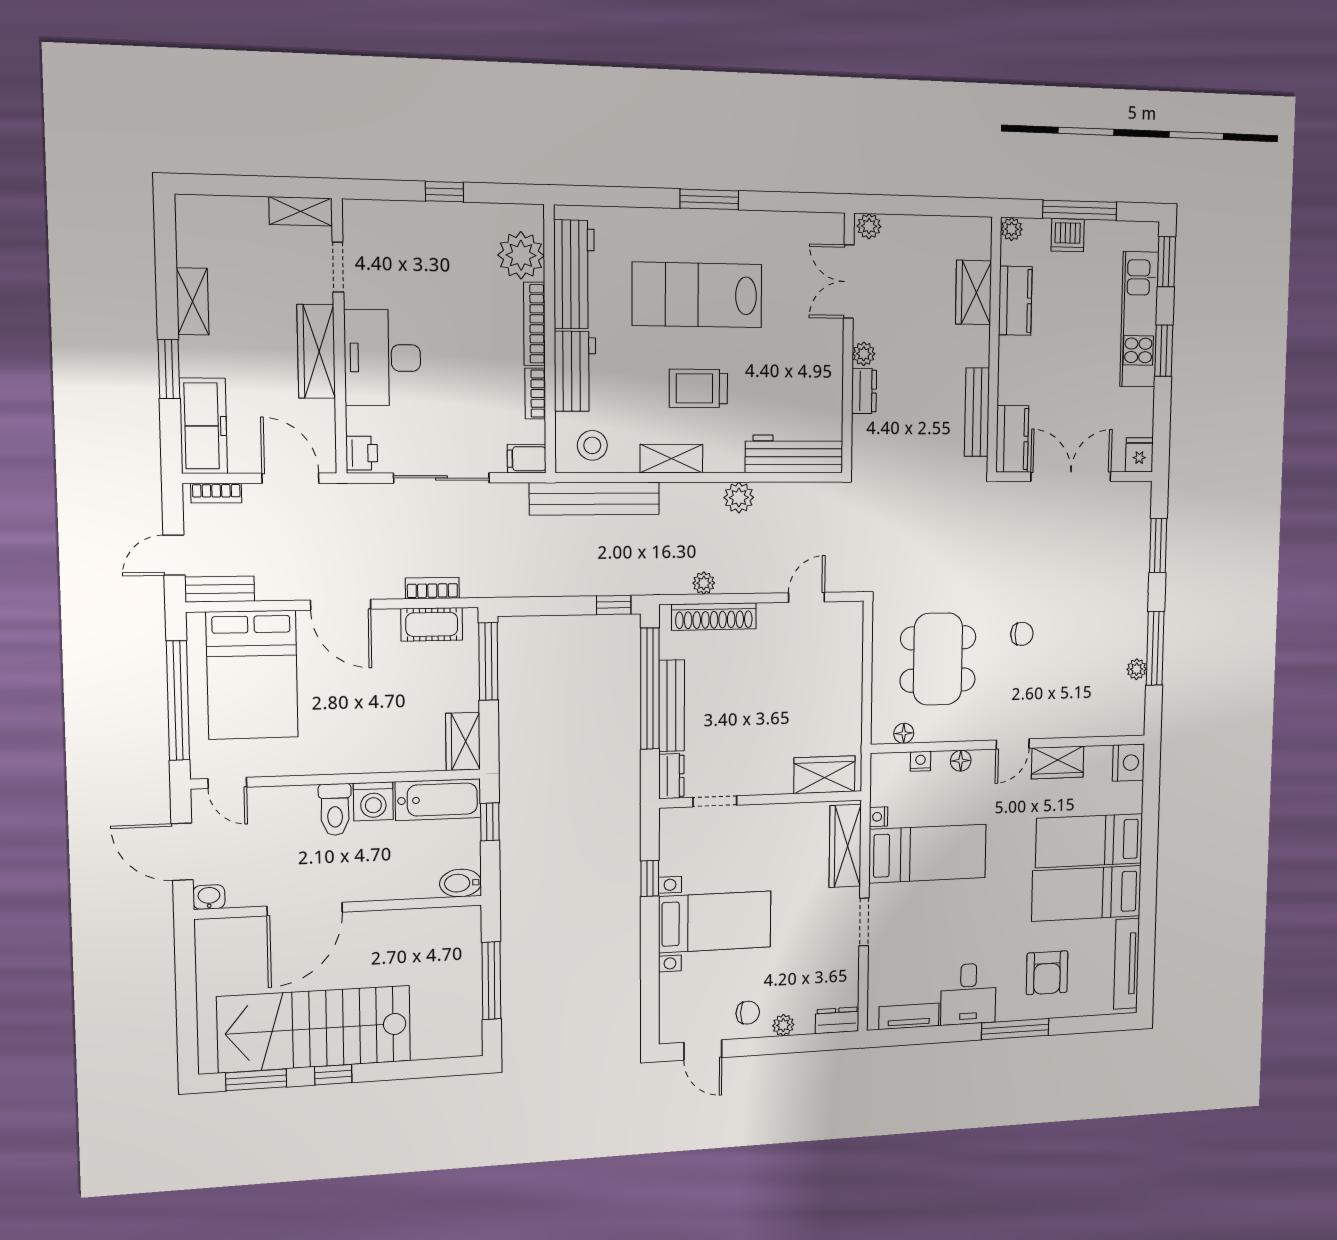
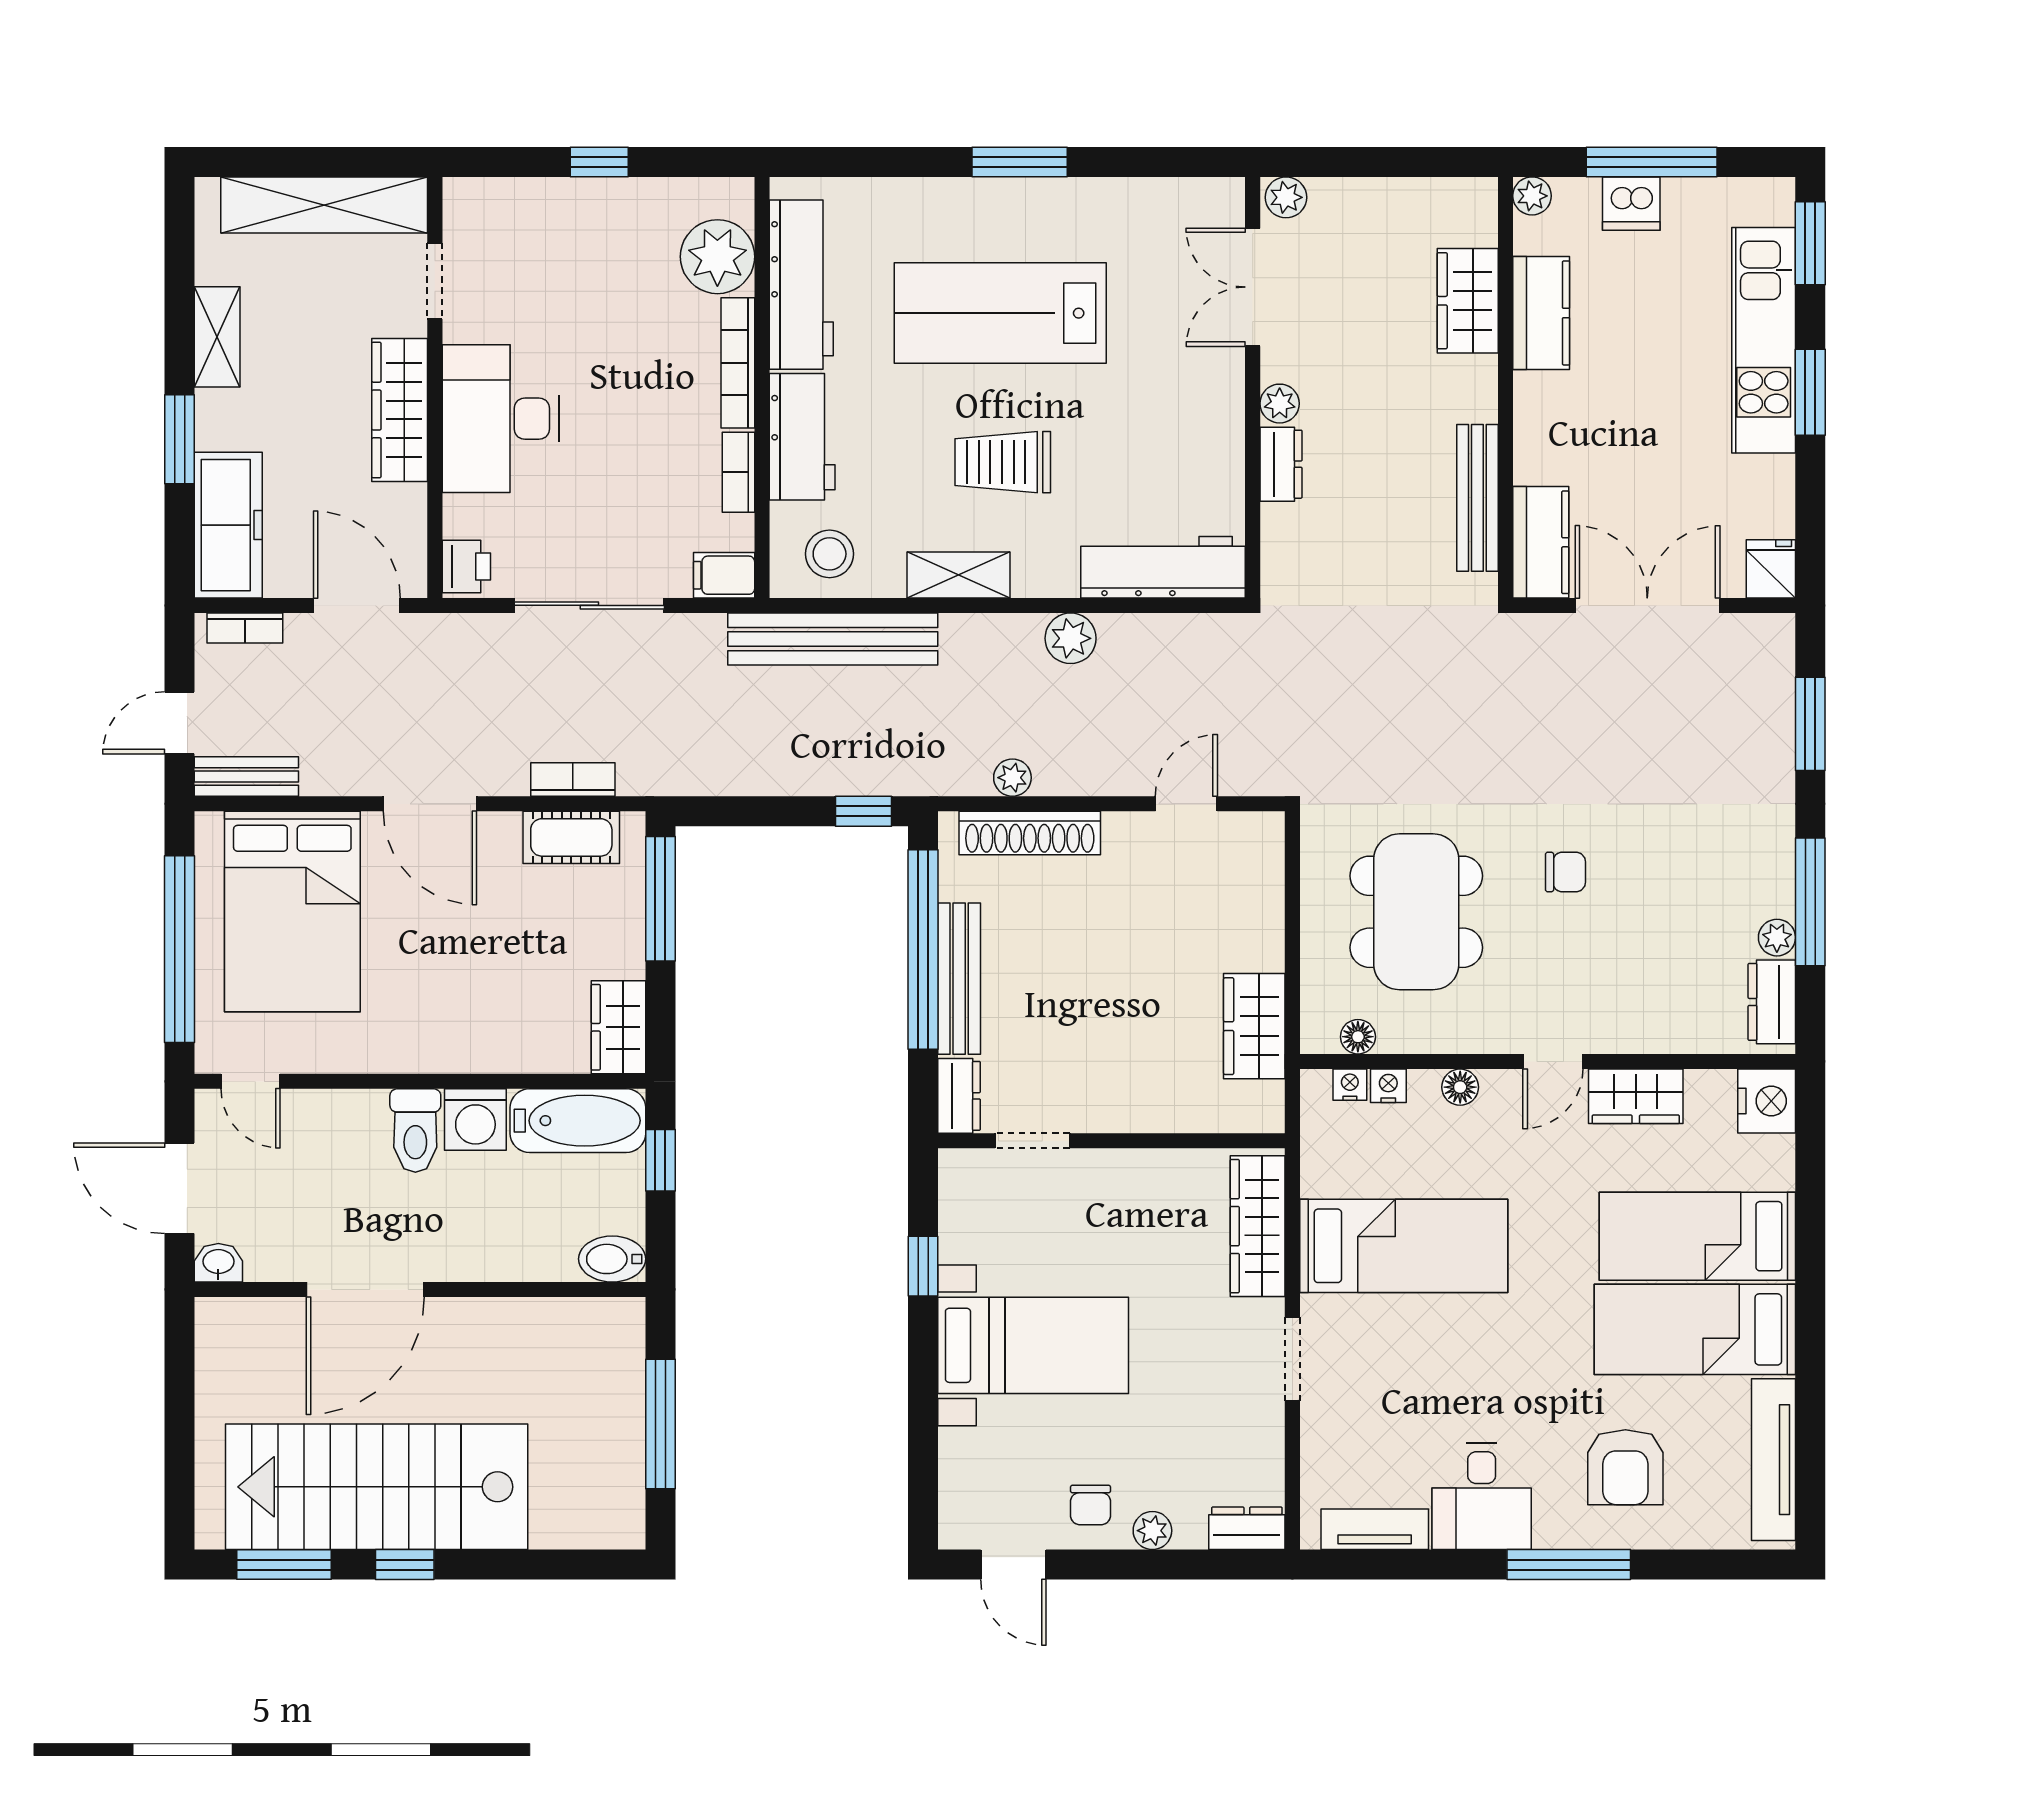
shelving: (301, 211) -> (324, 205), width x2.20, depth x1.33
dresser: (1133, 706) -> (1772, 1002), added
wardrobe: (824, 775) -> (1254, 1026), moved, turned -90
nightstand: (879, 817) -> (1350, 1085), moved, turned 90
chair: (748, 1013) -> (1091, 1505), turned 90

